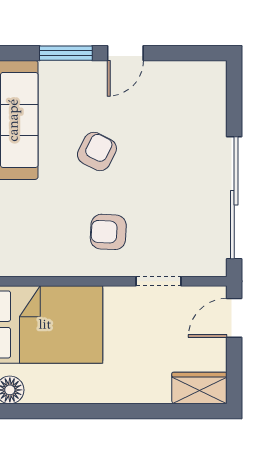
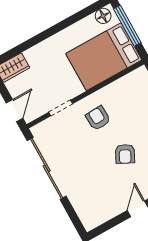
armchair: (108, 232) -> (98, 118), turned -96

